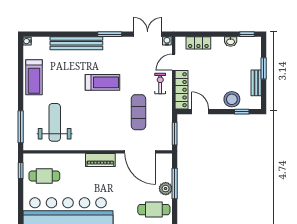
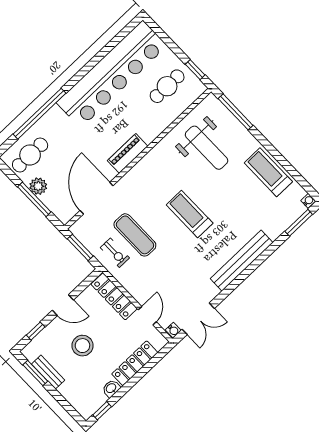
window: (110, 34) -> (299, 223), moved
bench: (76, 43) -> (242, 261), moved
locker: (198, 43) -> (135, 363), width x1.53
window: (264, 68) -> (35, 373), moved
treadmill: (103, 82) -> (190, 214), moved, turned 90
exercise bike: (160, 84) -> (115, 253), moved
stool: (232, 99) -> (82, 346), moved
door: (200, 112) -> (63, 305), moved
door: (140, 152) -> (97, 198), hinge flipped

